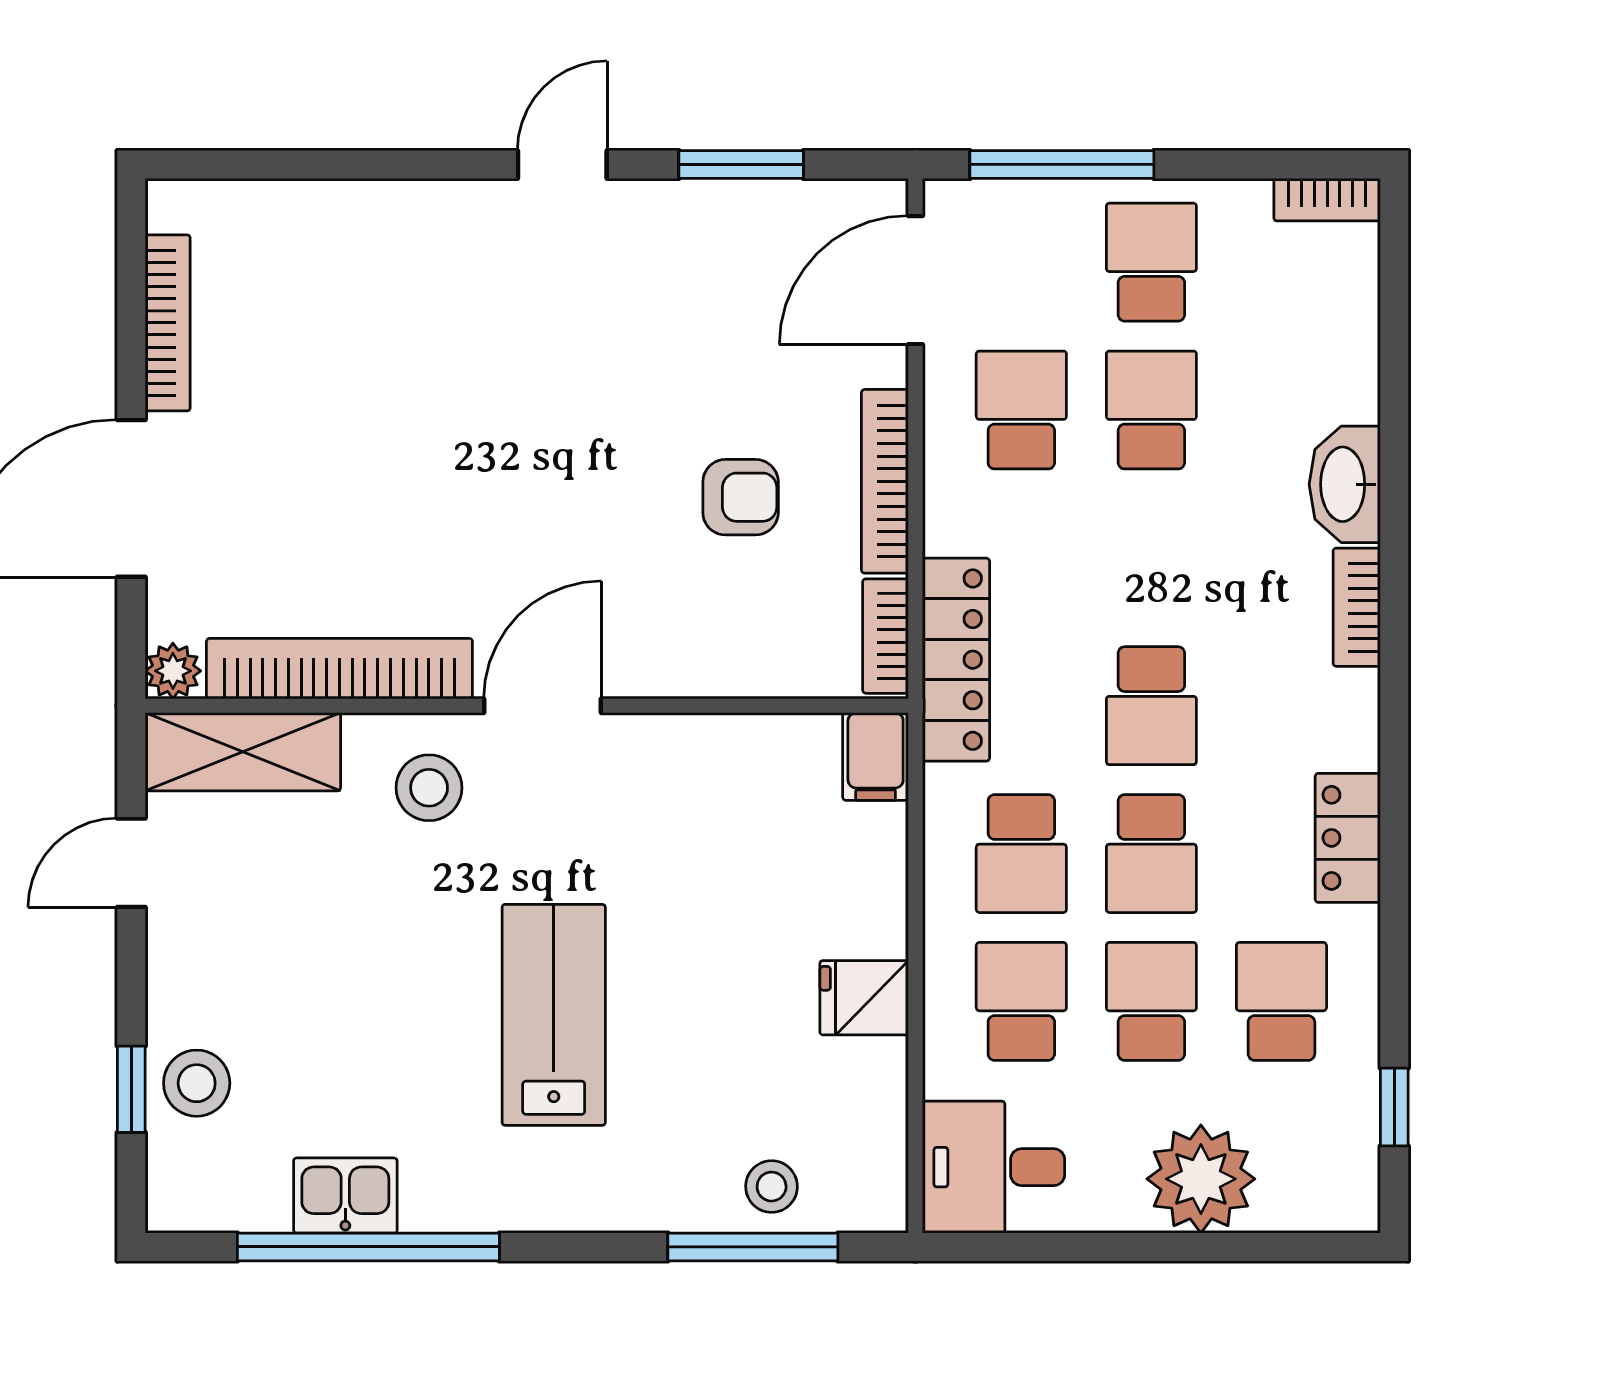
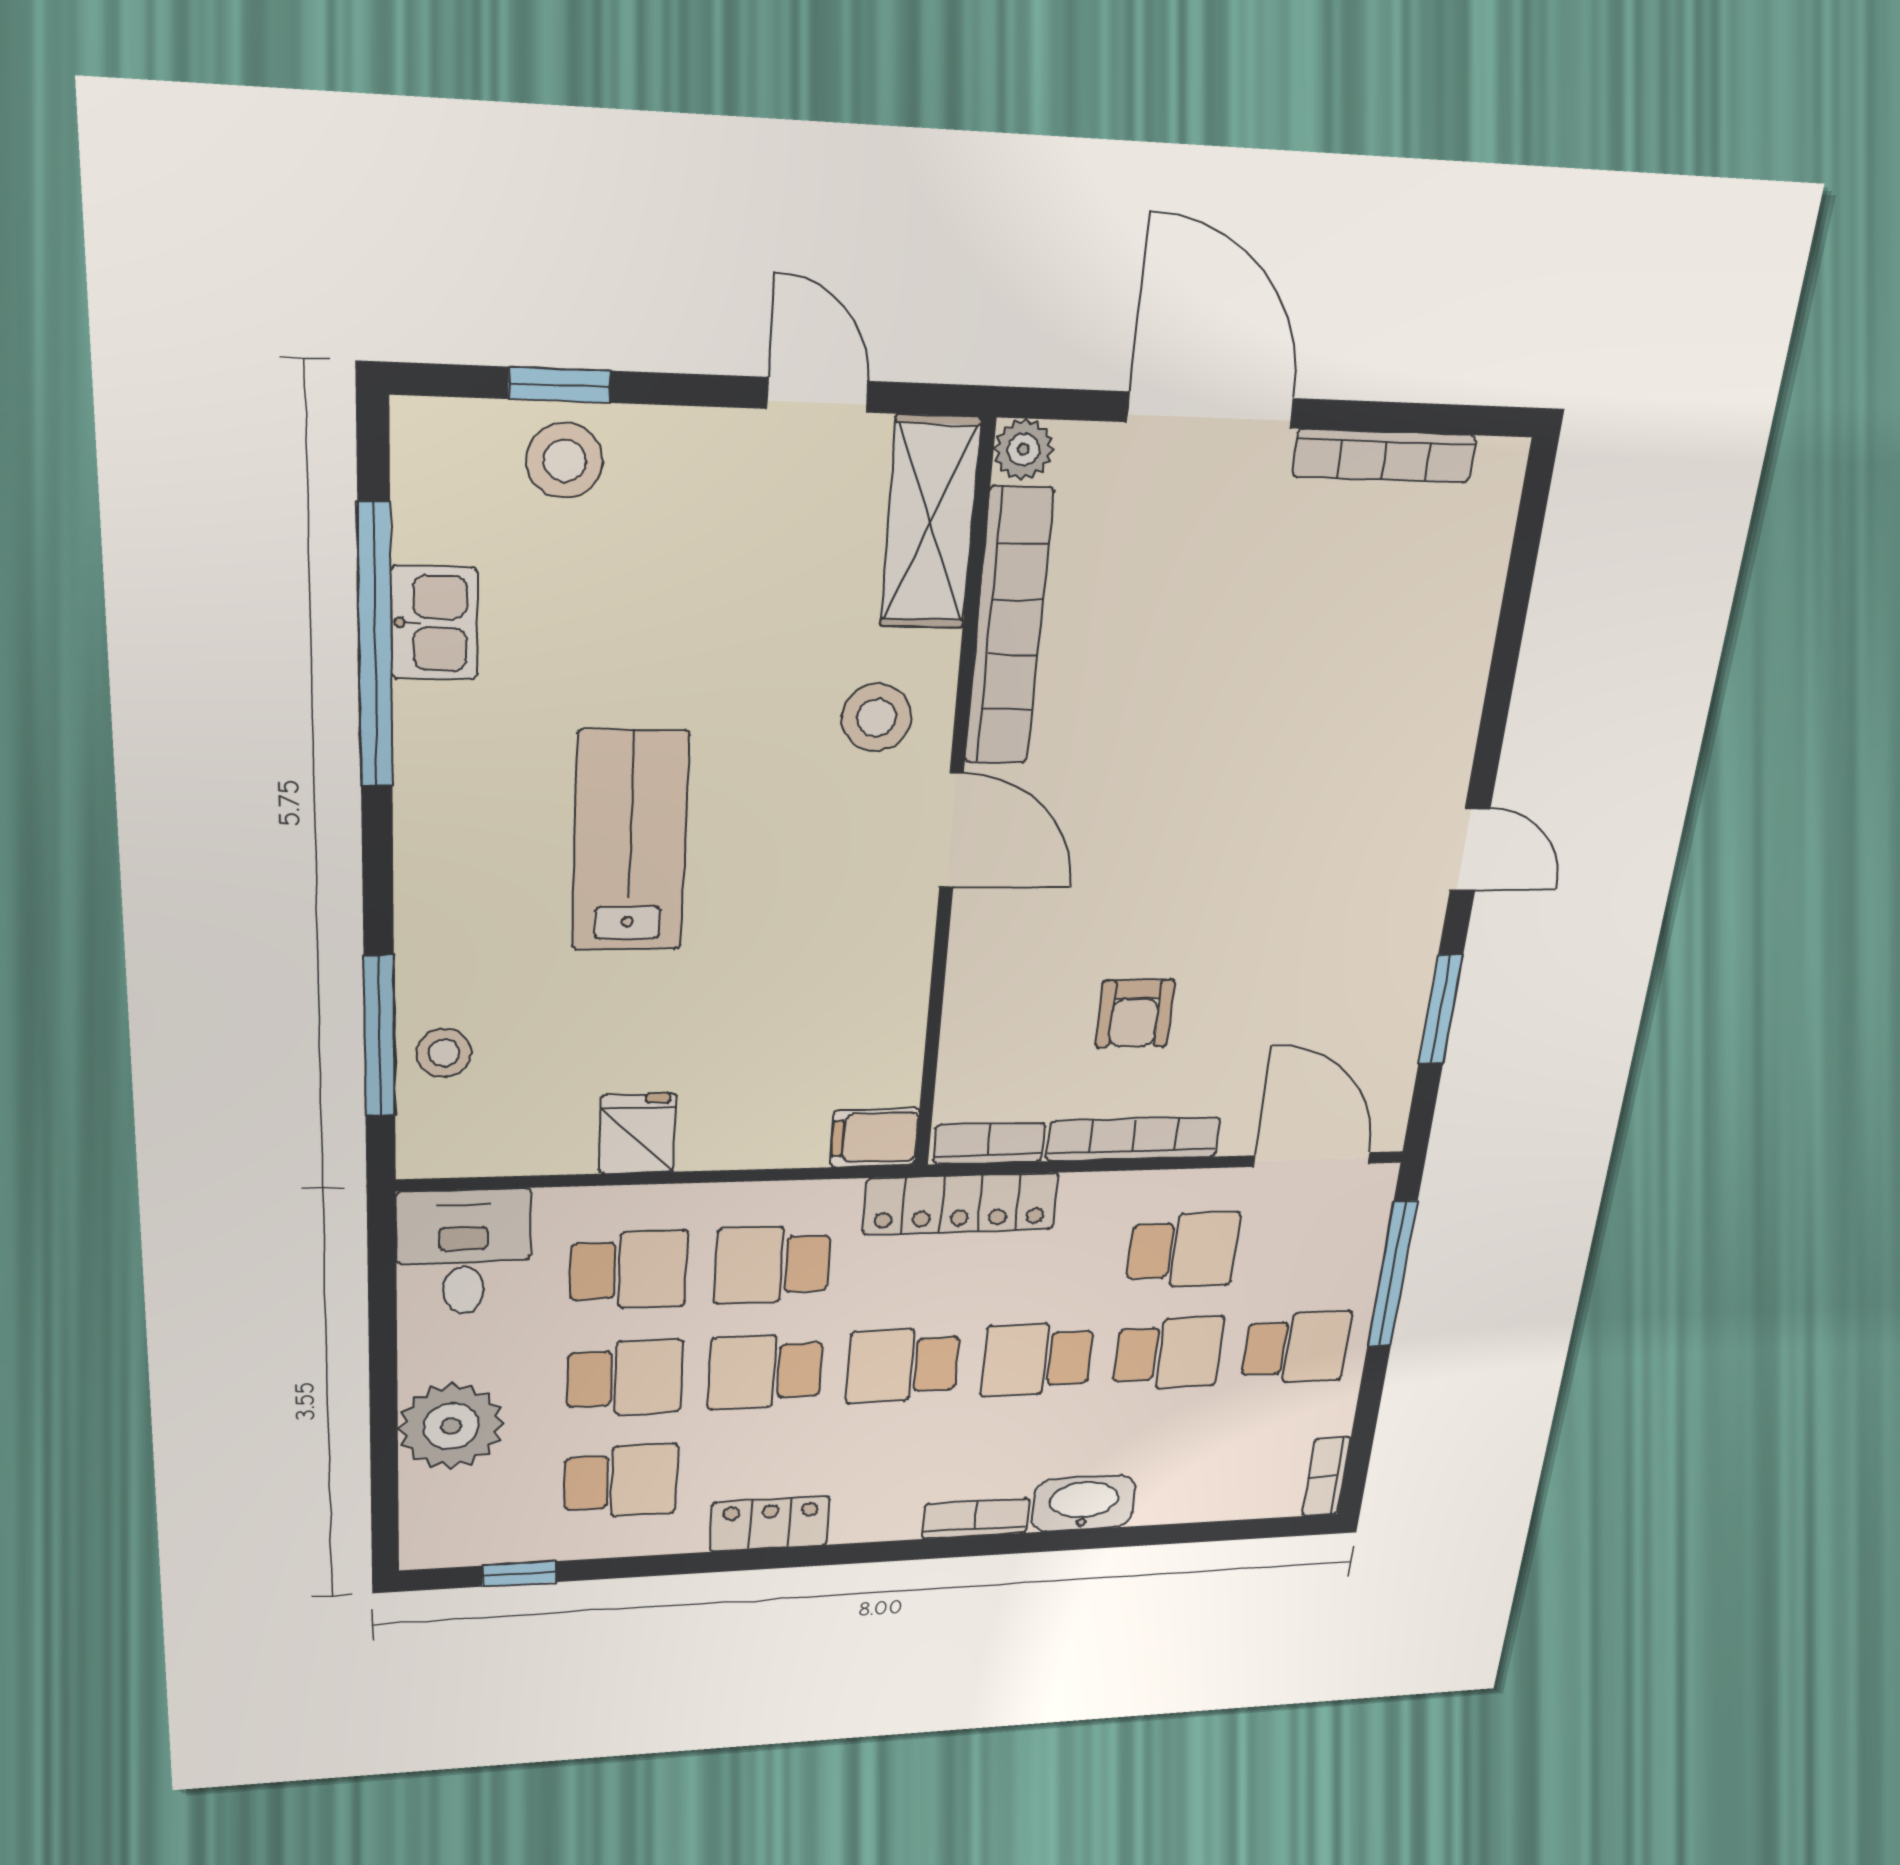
school desk: (1151, 558) -> (1037, 1359), added
lab bench: (554, 1015) -> (630, 842), turned -90

